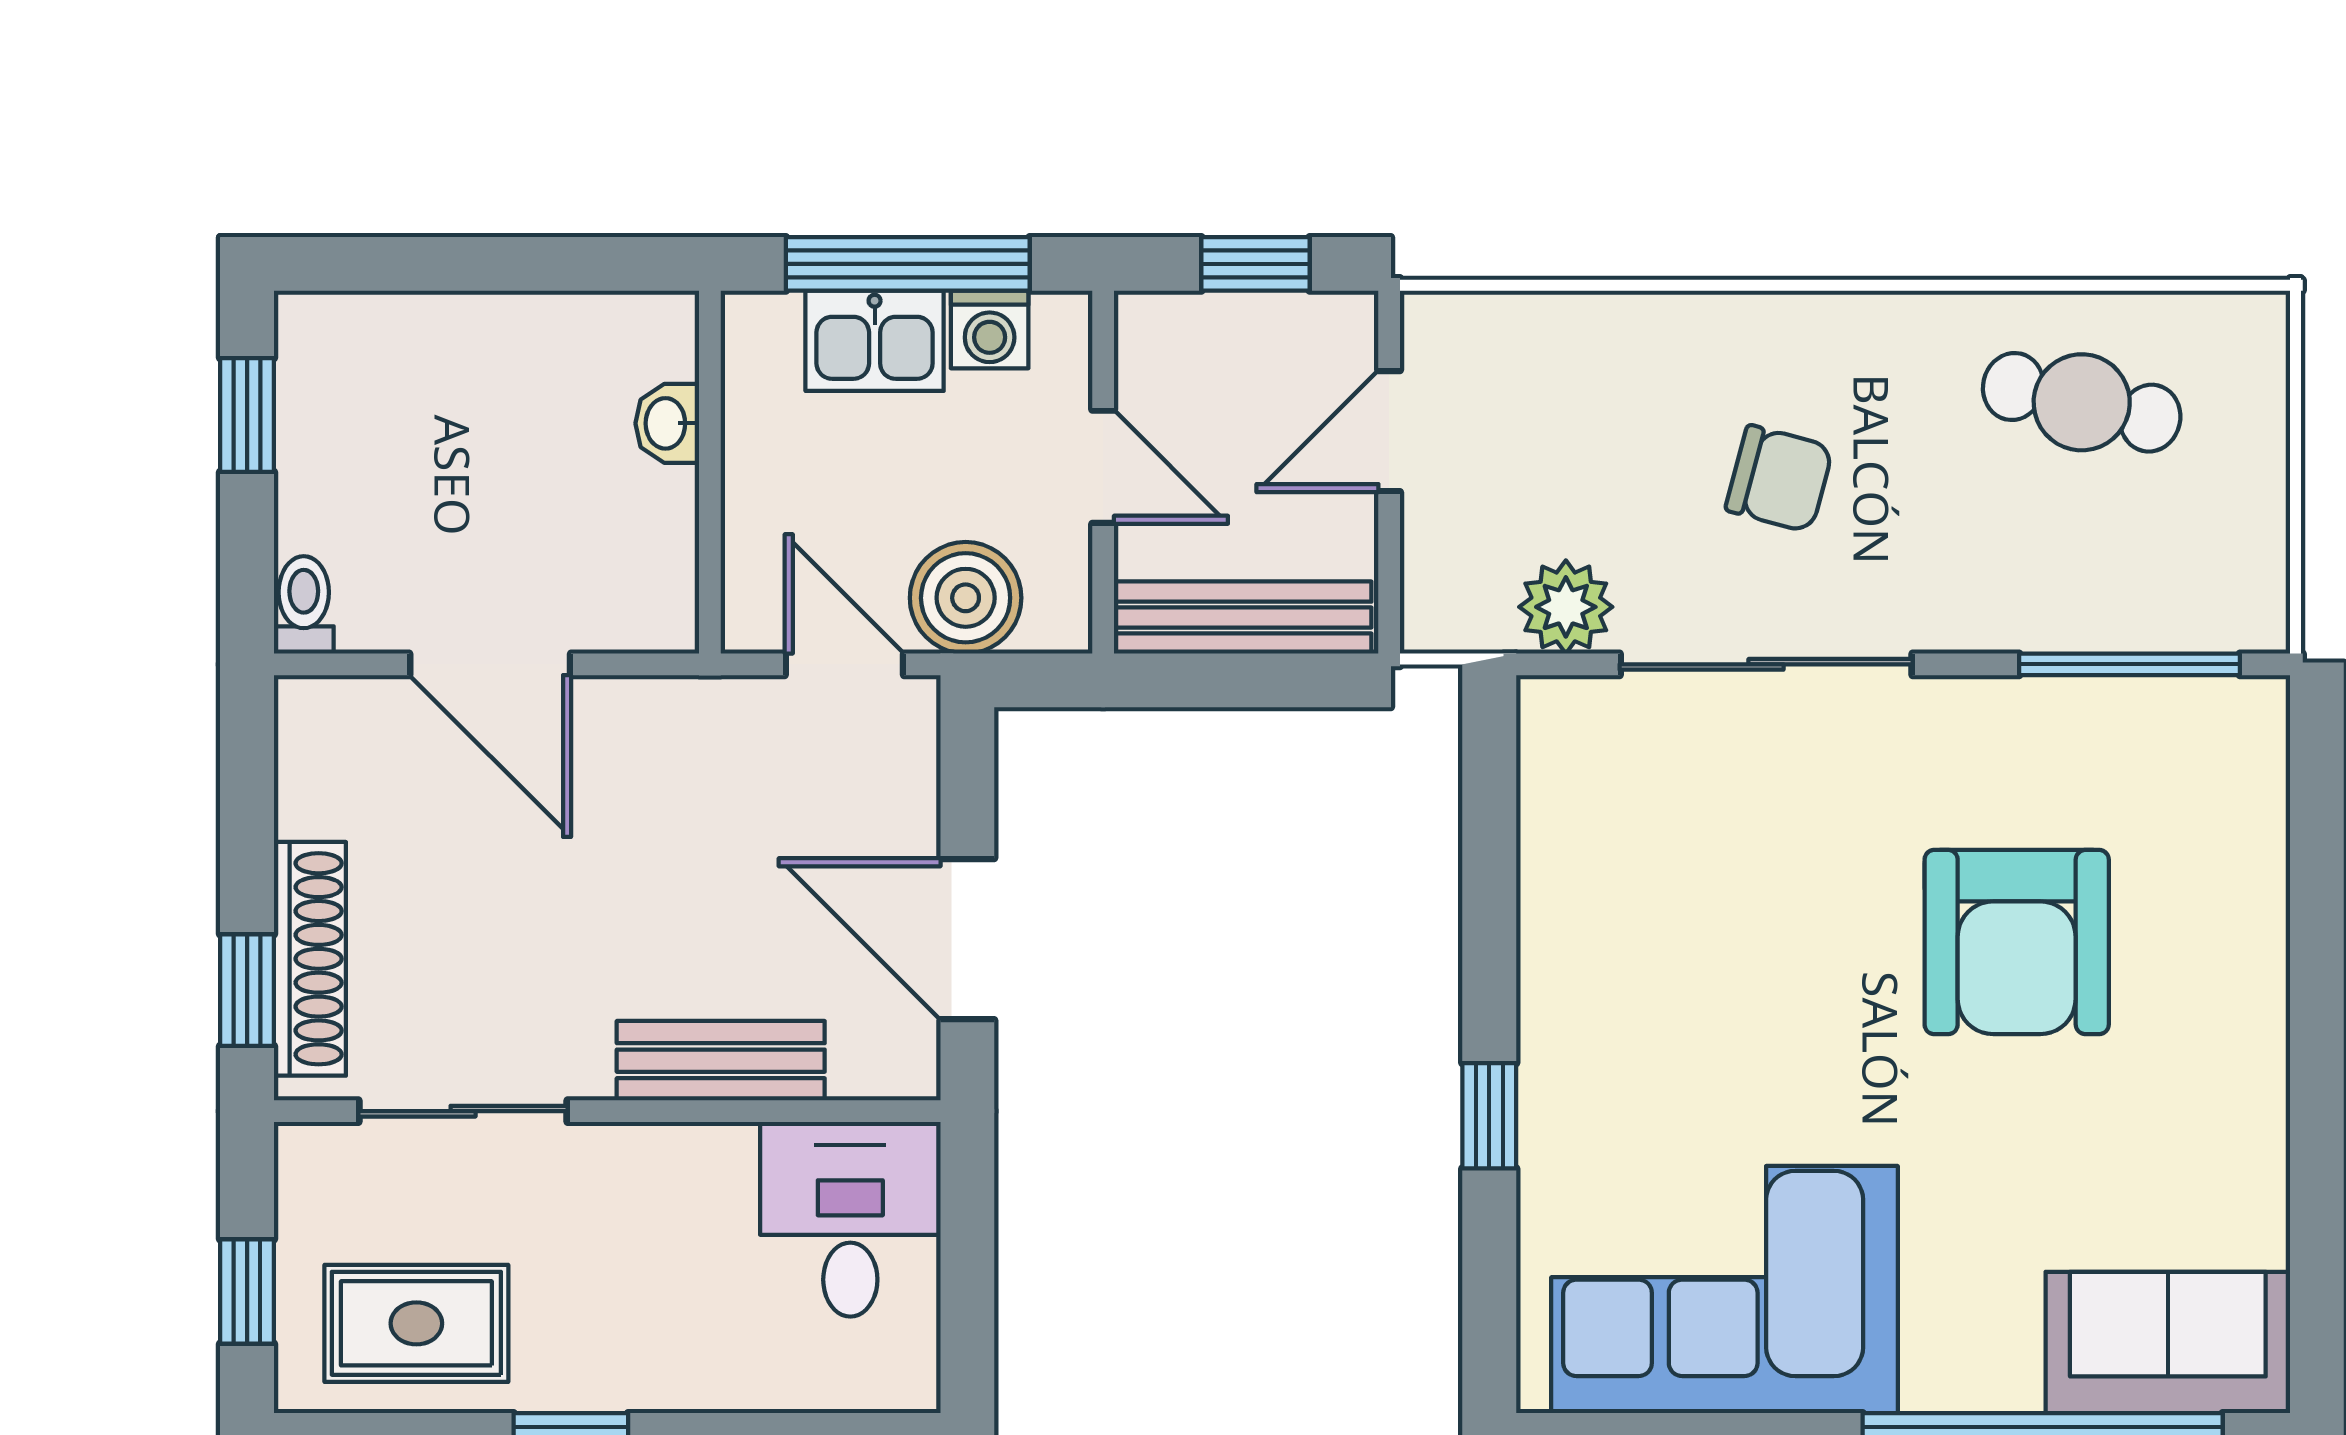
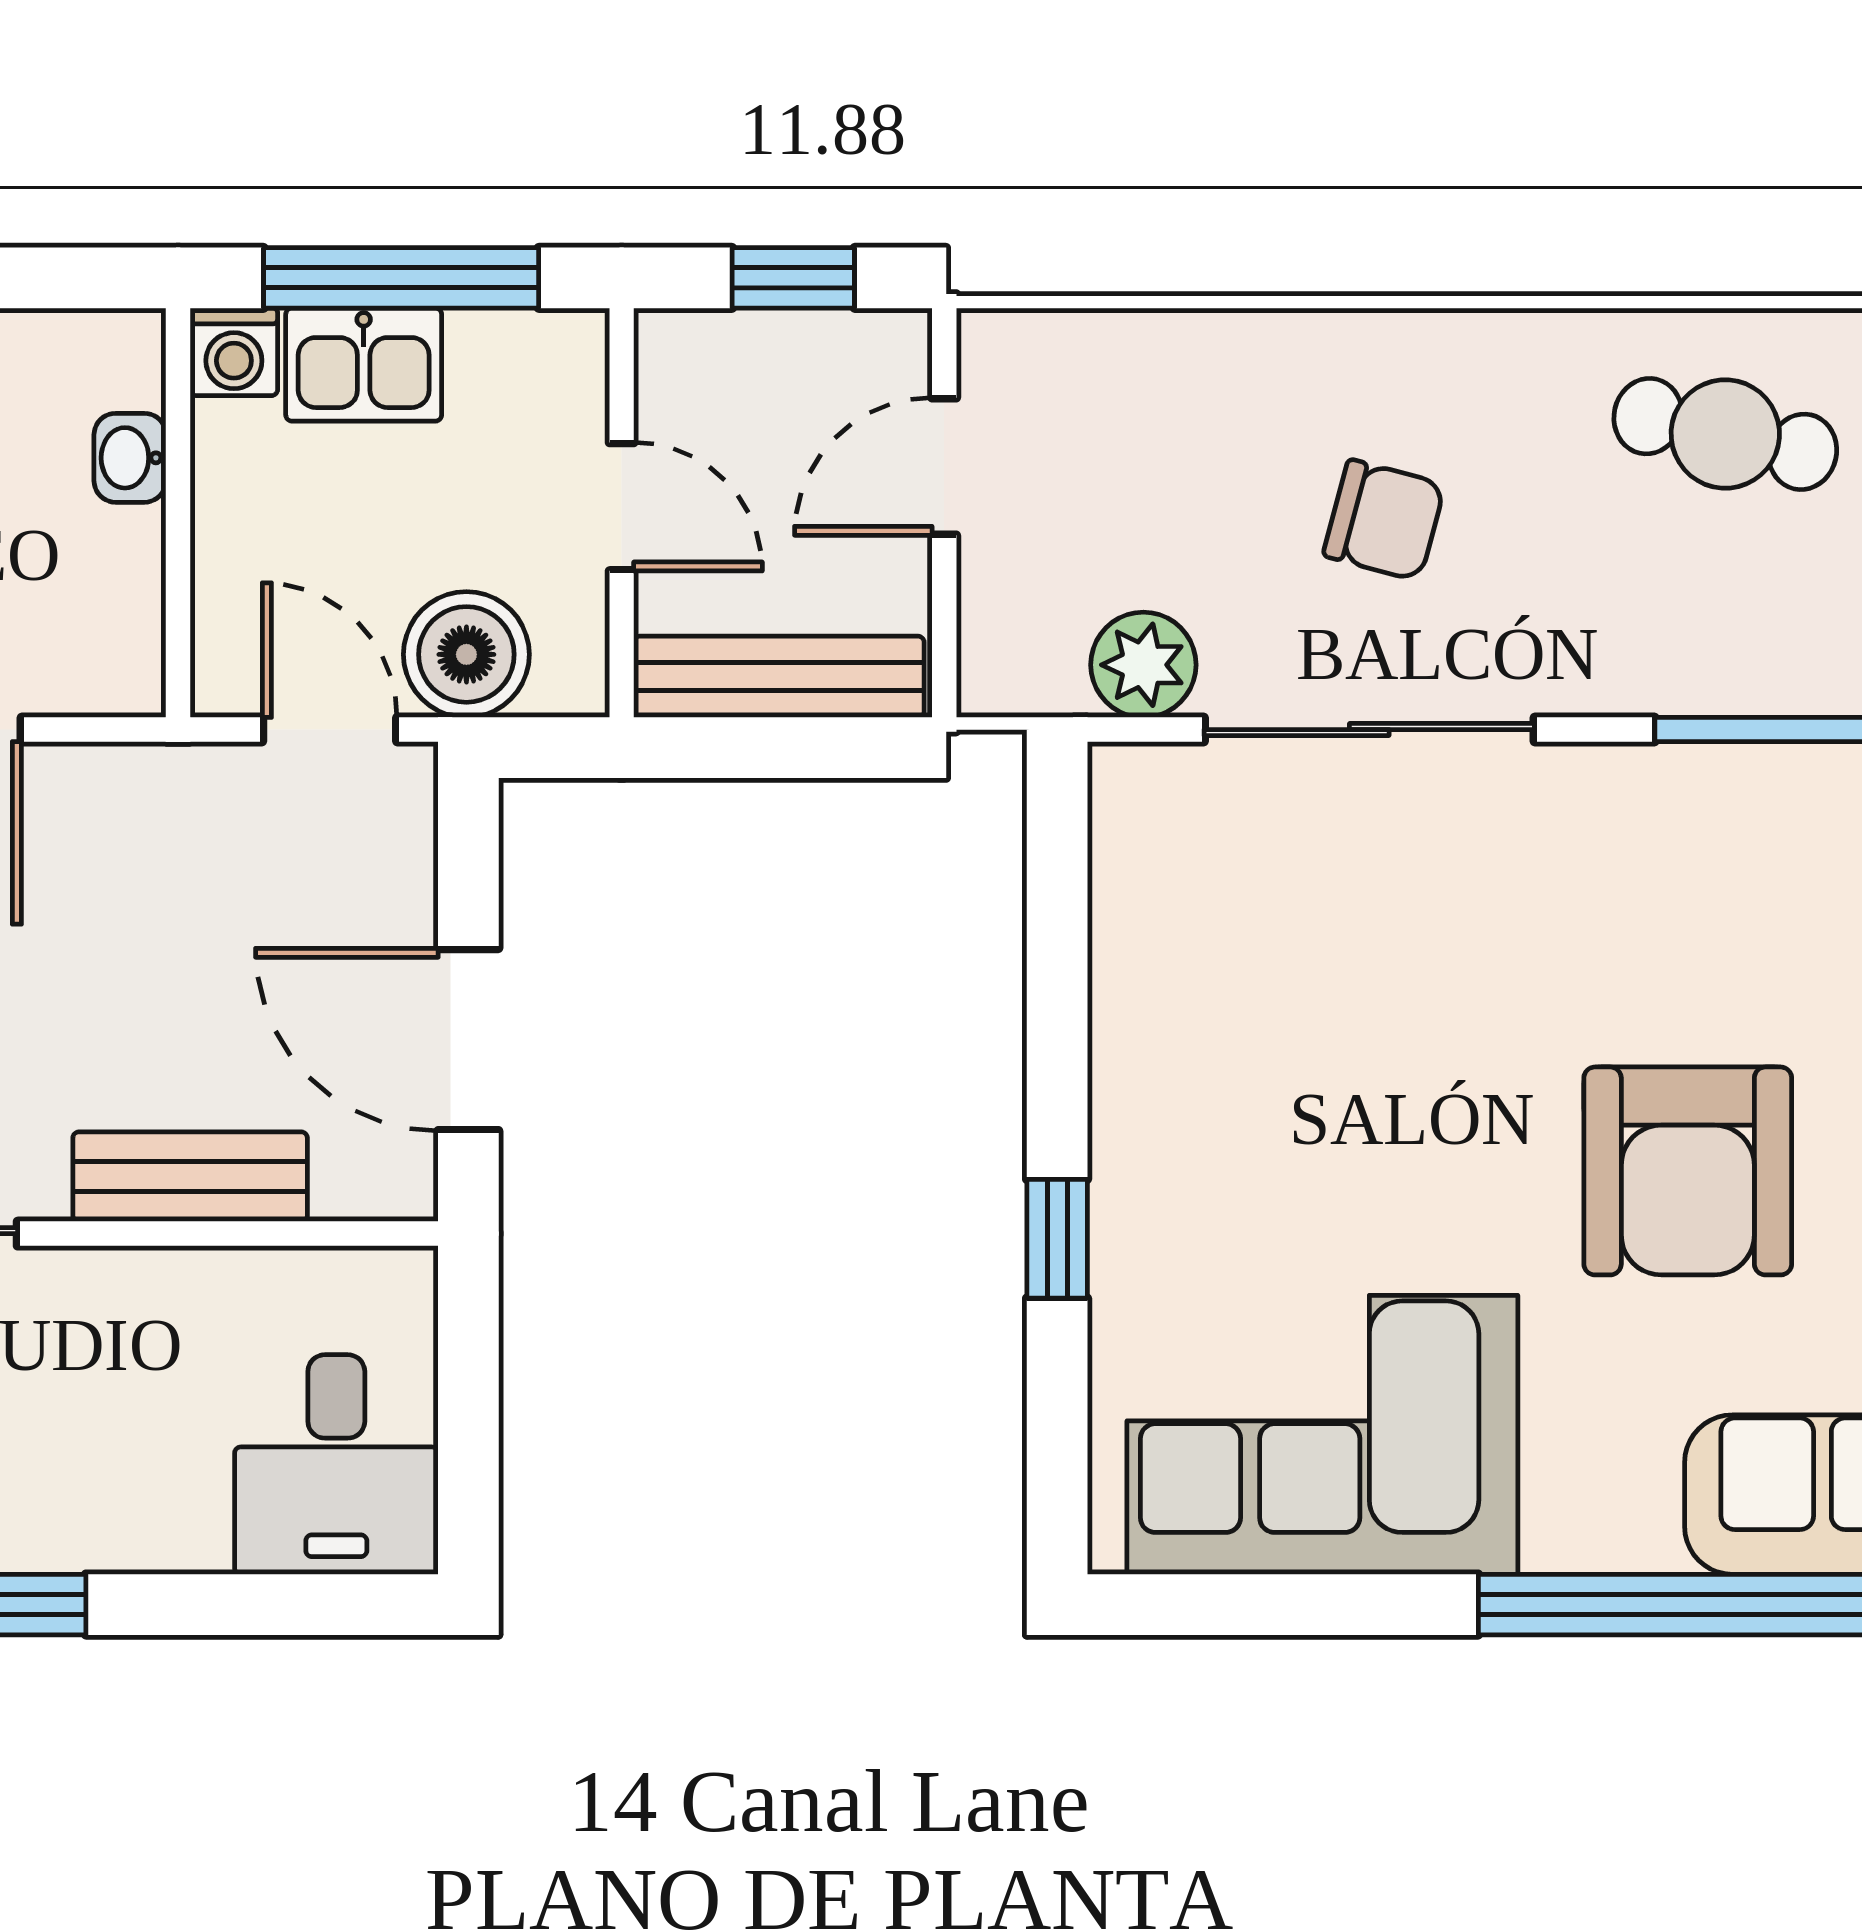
washing machine: (990, 330) -> (234, 352), moved
armchair: (2017, 942) -> (1688, 1171), moved
desk: (850, 1219) -> (336, 1464), moved, turned 180

